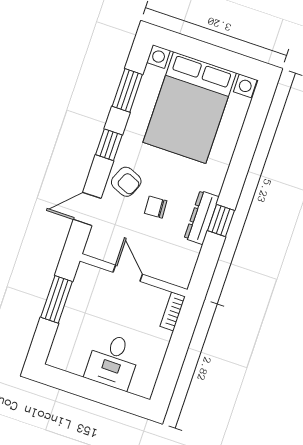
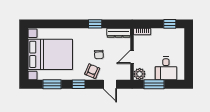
dresser: (202, 217) -> (119, 33), moved
plant: (88, 277) -> (140, 74), added
desk: (113, 361) -> (166, 68), moved, turned 90
window: (169, 373) -> (170, 24), added

